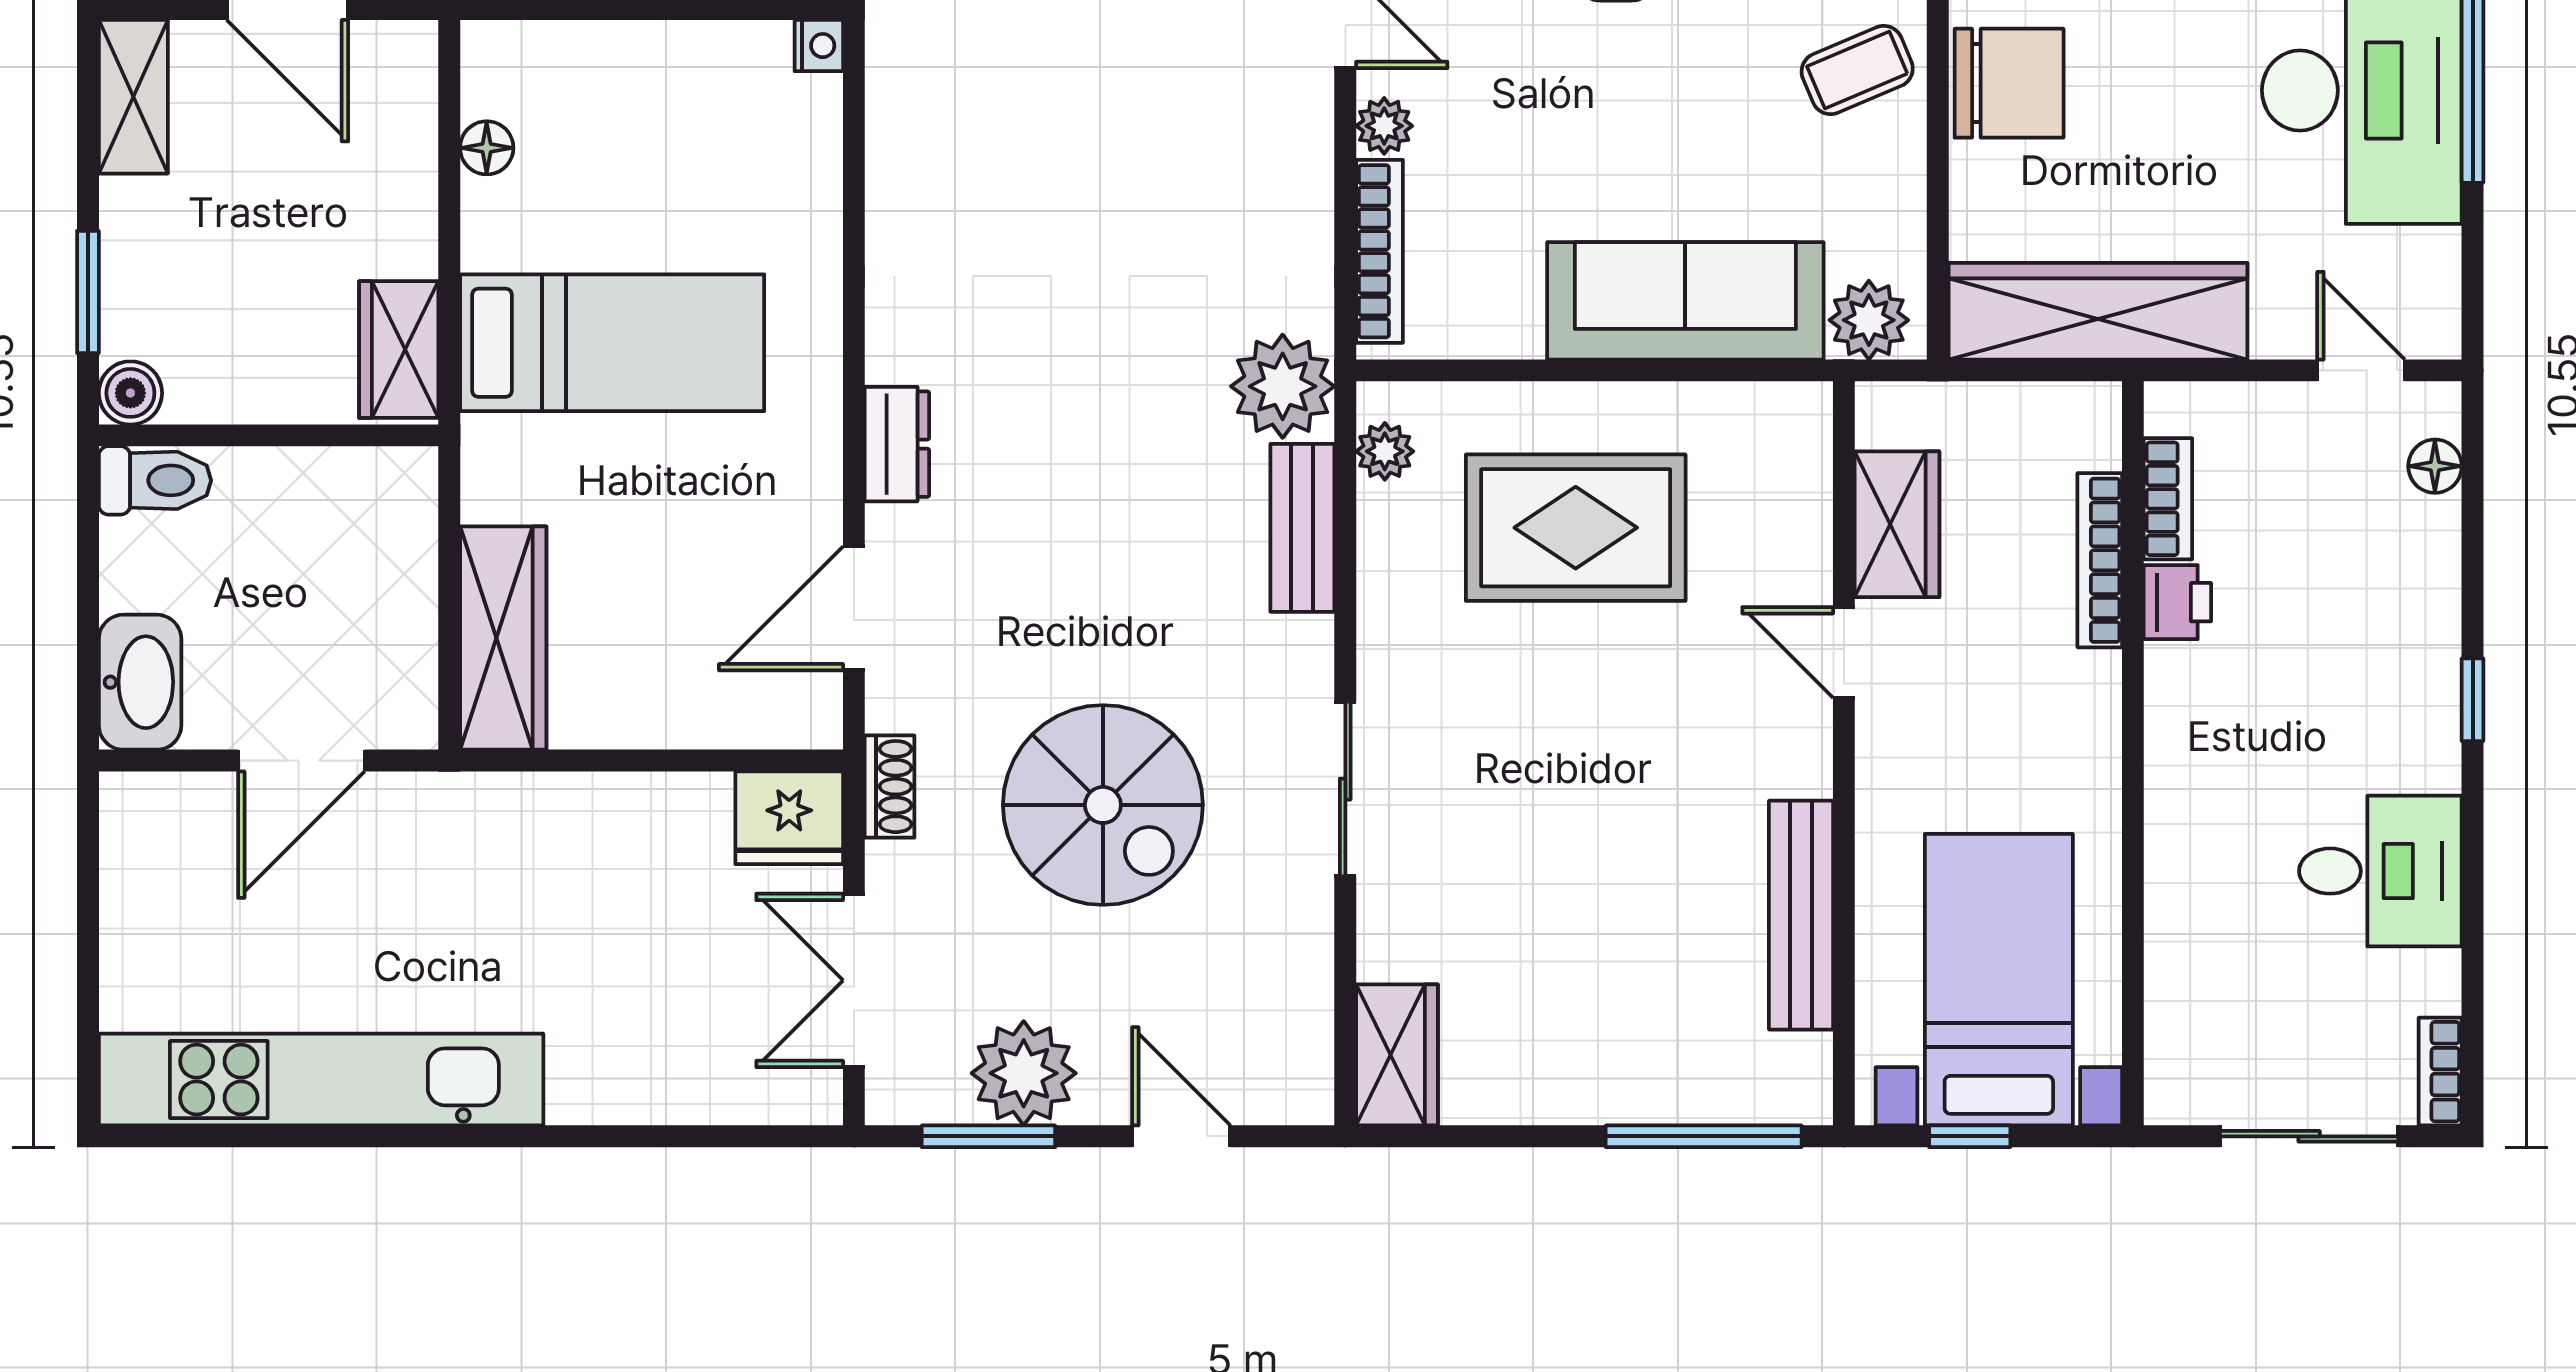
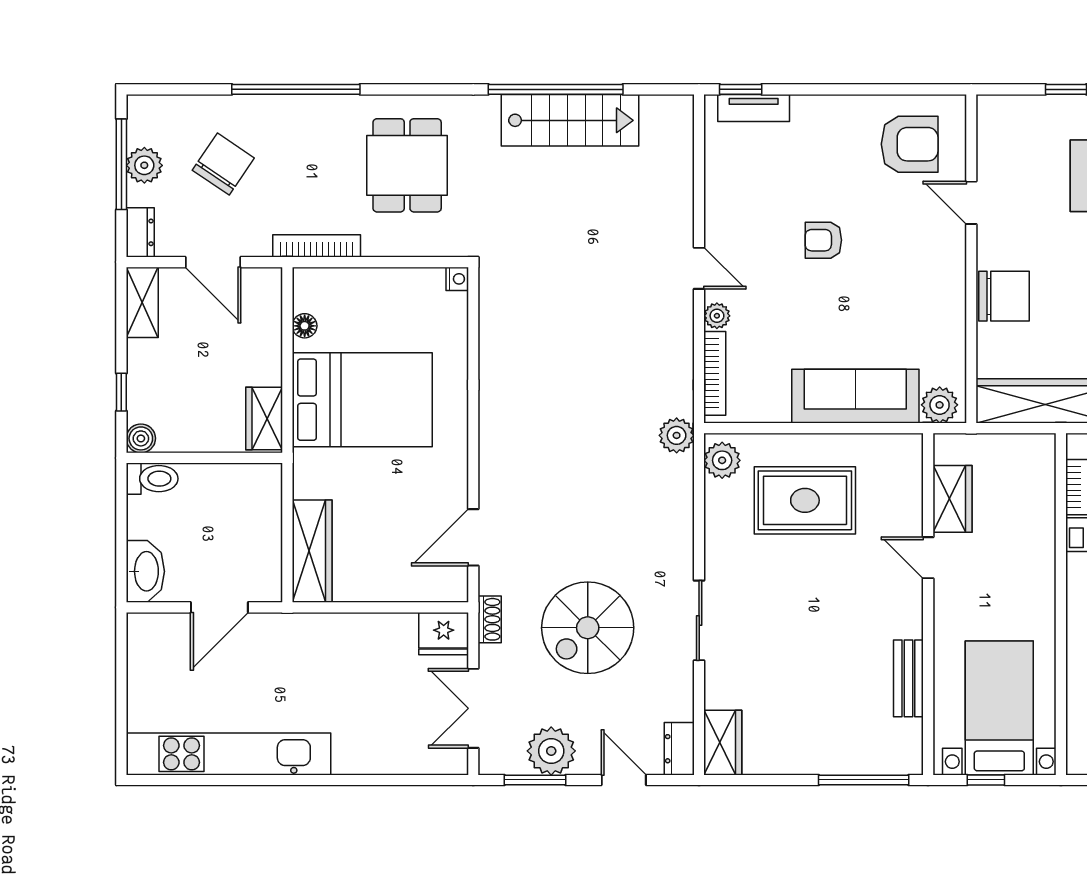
coffee table: (1857, 70) -> (934, 290), removed
window: (88, 292) -> (121, 392), width x0.67
bed: (612, 343) -> (362, 400), width x1.50
plant: (1283, 386) -> (677, 435), width x0.73, depth x0.73
dresser: (897, 444) -> (679, 749), moved, turned 180
plant: (1385, 451) -> (722, 460), width x1.38, depth x1.38
bench: (1302, 528) -> (679, 500), removed
bookcase: (2100, 560) -> (1046, 515), removed
spiral stairs: (1103, 805) -> (588, 628), turned 90
bench: (1801, 915) -> (908, 678), width x0.73

